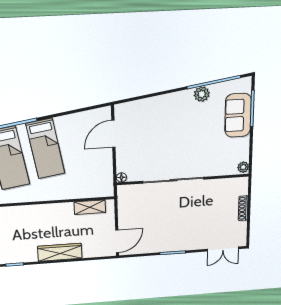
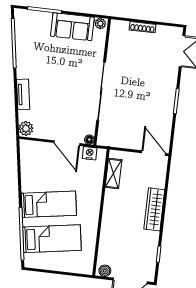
plant: (202, 94) -> (26, 128), moved
tv unit: (160, 101) -> (23, 94), added
sofa: (238, 115) -> (72, 27), moved
door: (113, 134) -> (67, 143), moved
nightstand: (107, 180) -> (90, 153), added

